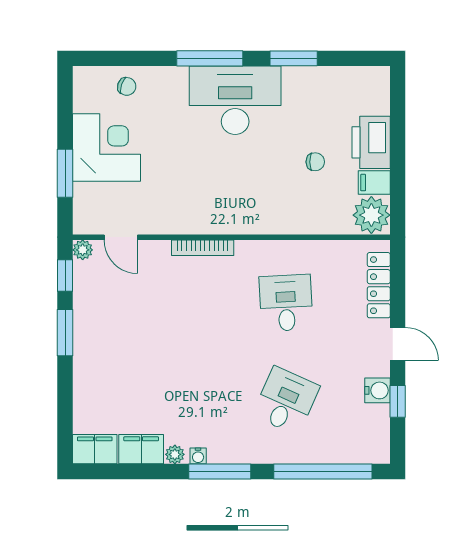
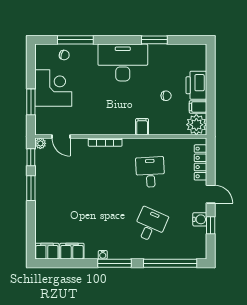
window: (210, 58) -> (75, 40), moved
filing cabinet: (271, 219) -> (142, 127), added
plant: (175, 454) -> (90, 254), removed

